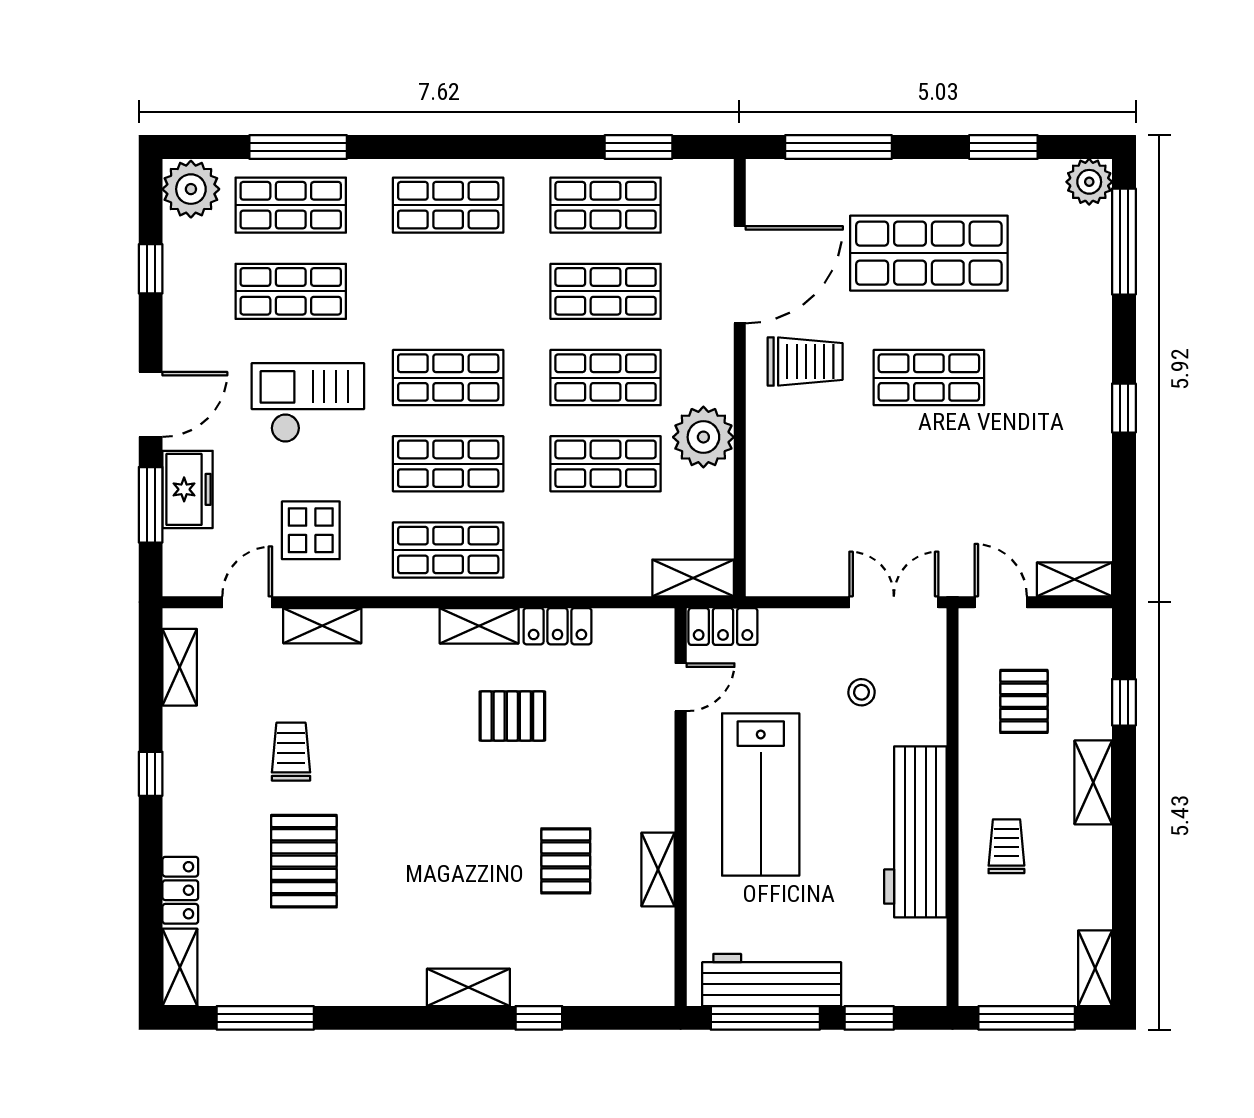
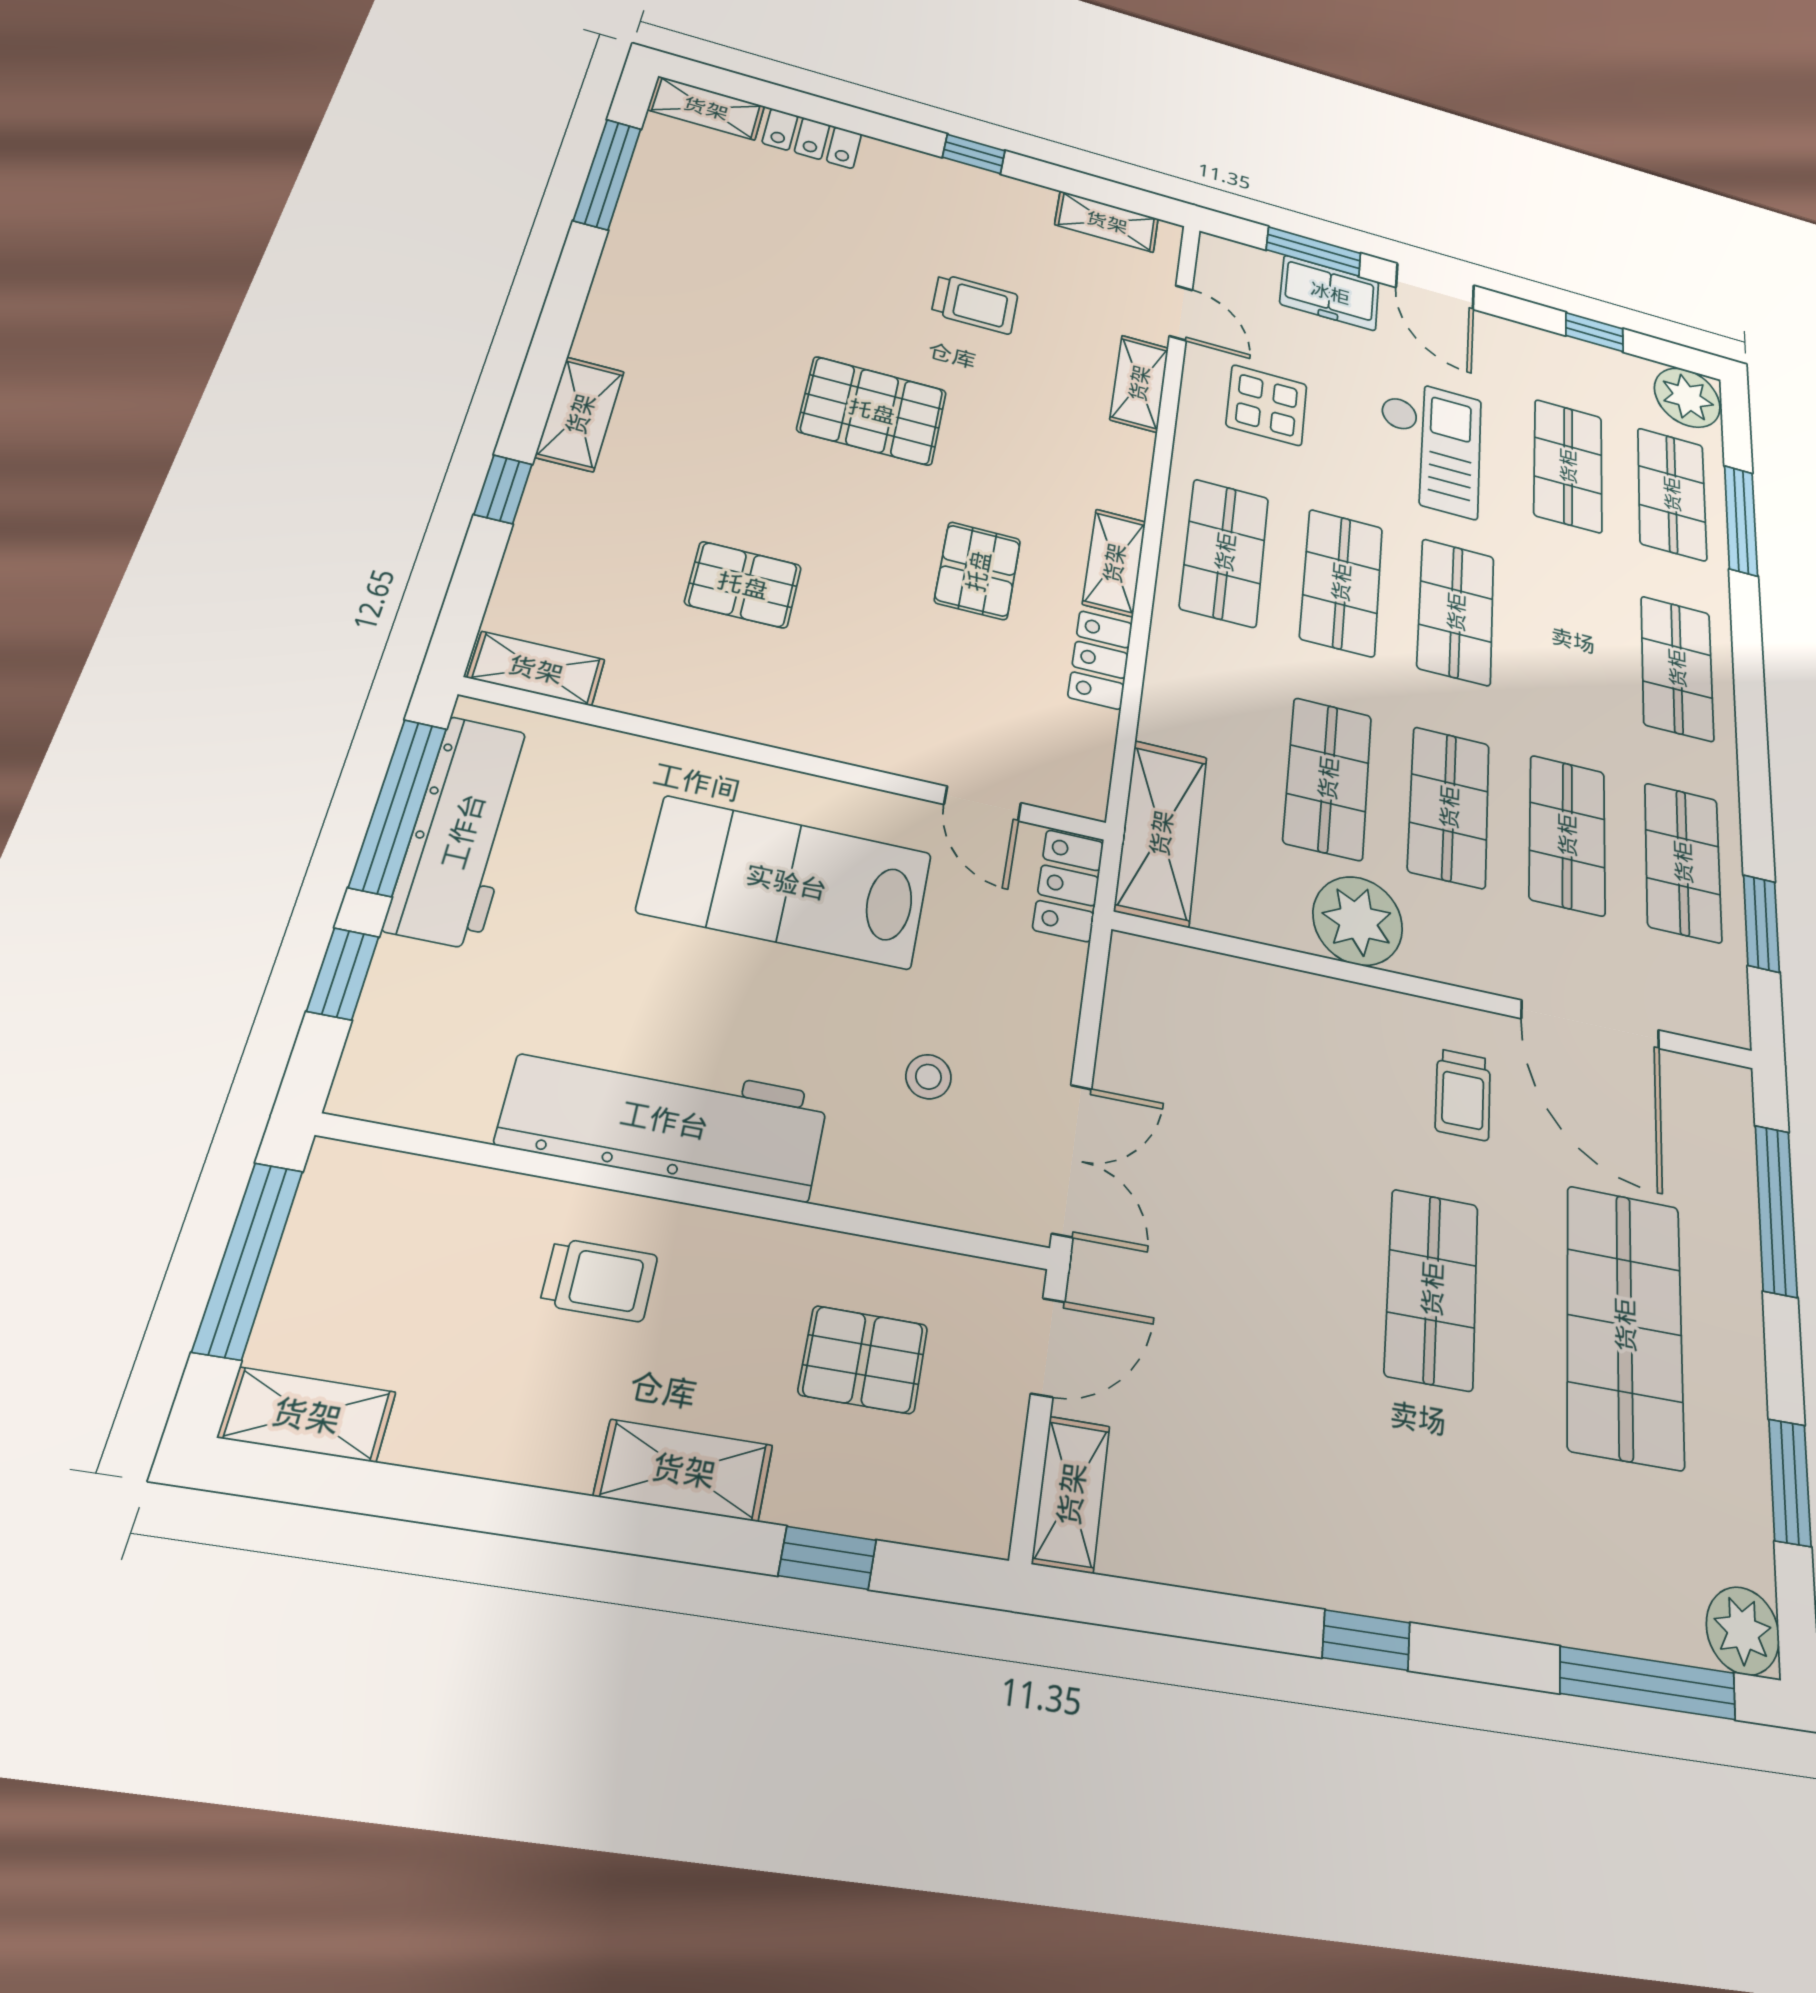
trolley: (805, 361) -> (1463, 1095), width x0.73, depth x0.72
shelving: (693, 578) -> (1161, 833), width x1.50, depth x1.33
pallet: (304, 861) -> (872, 411), moved
shelving: (658, 869) -> (536, 669), moved

